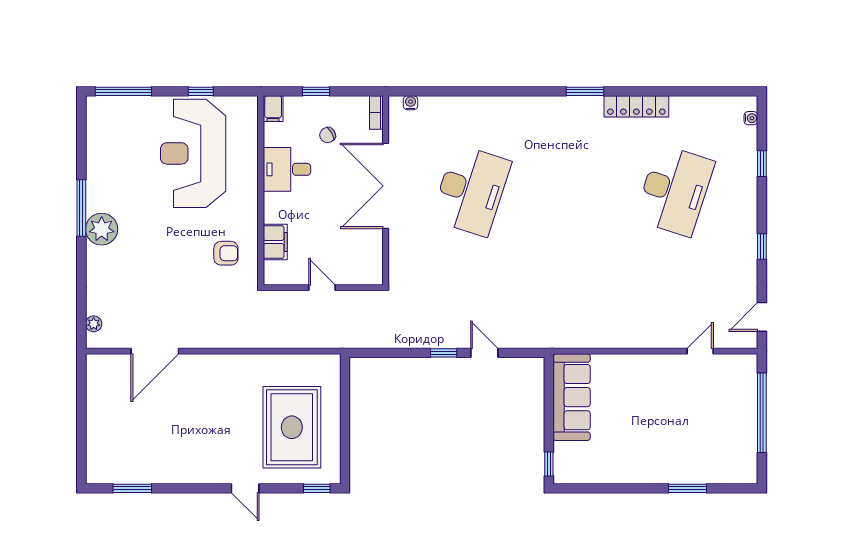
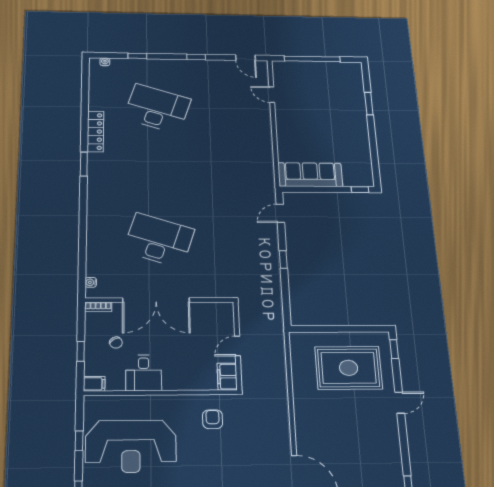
filing cabinet: (275, 242) -> (227, 377), moved, turned -90
door: (484, 353) -> (280, 213), moved

